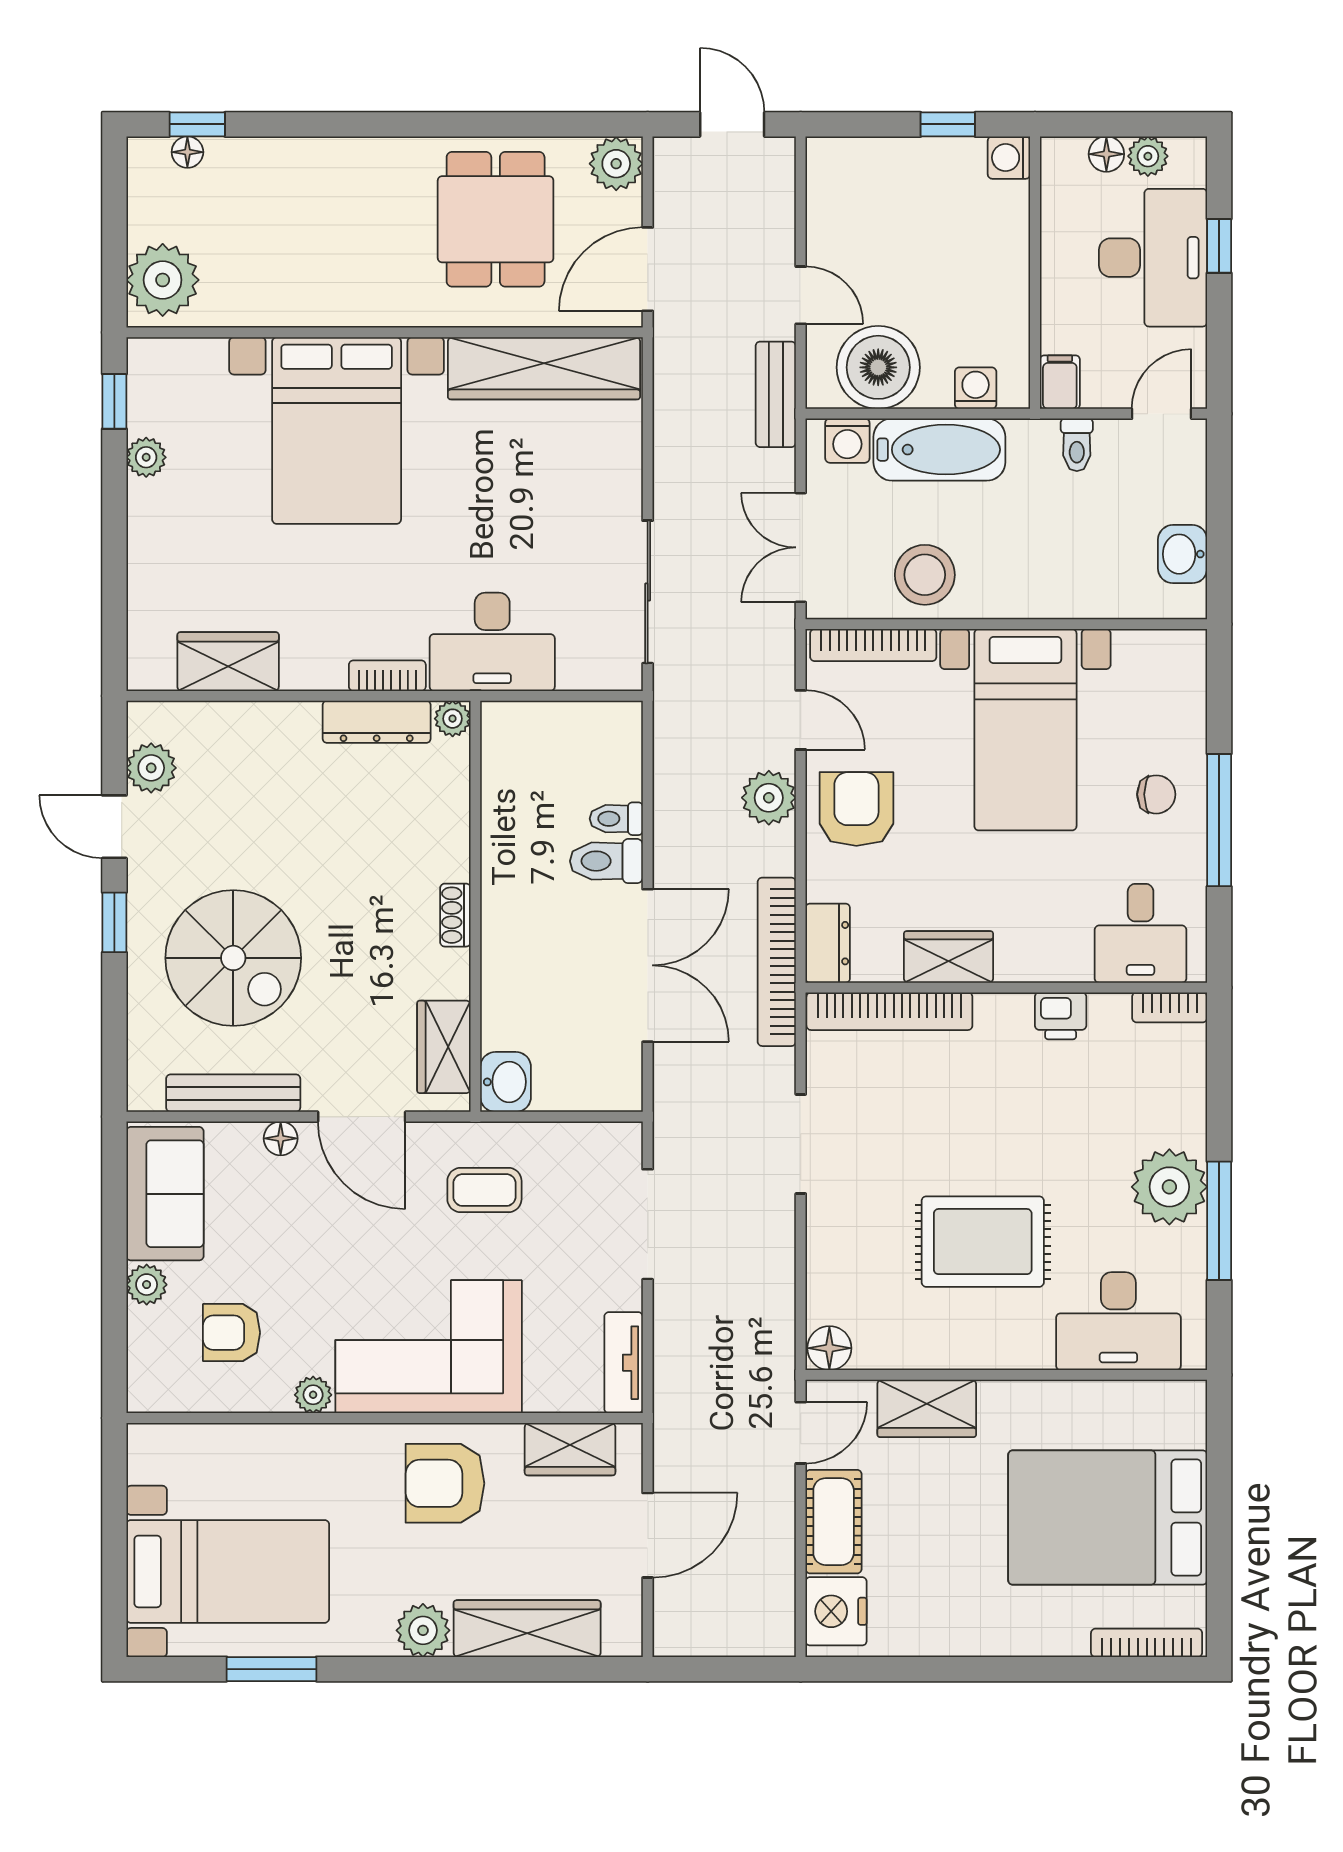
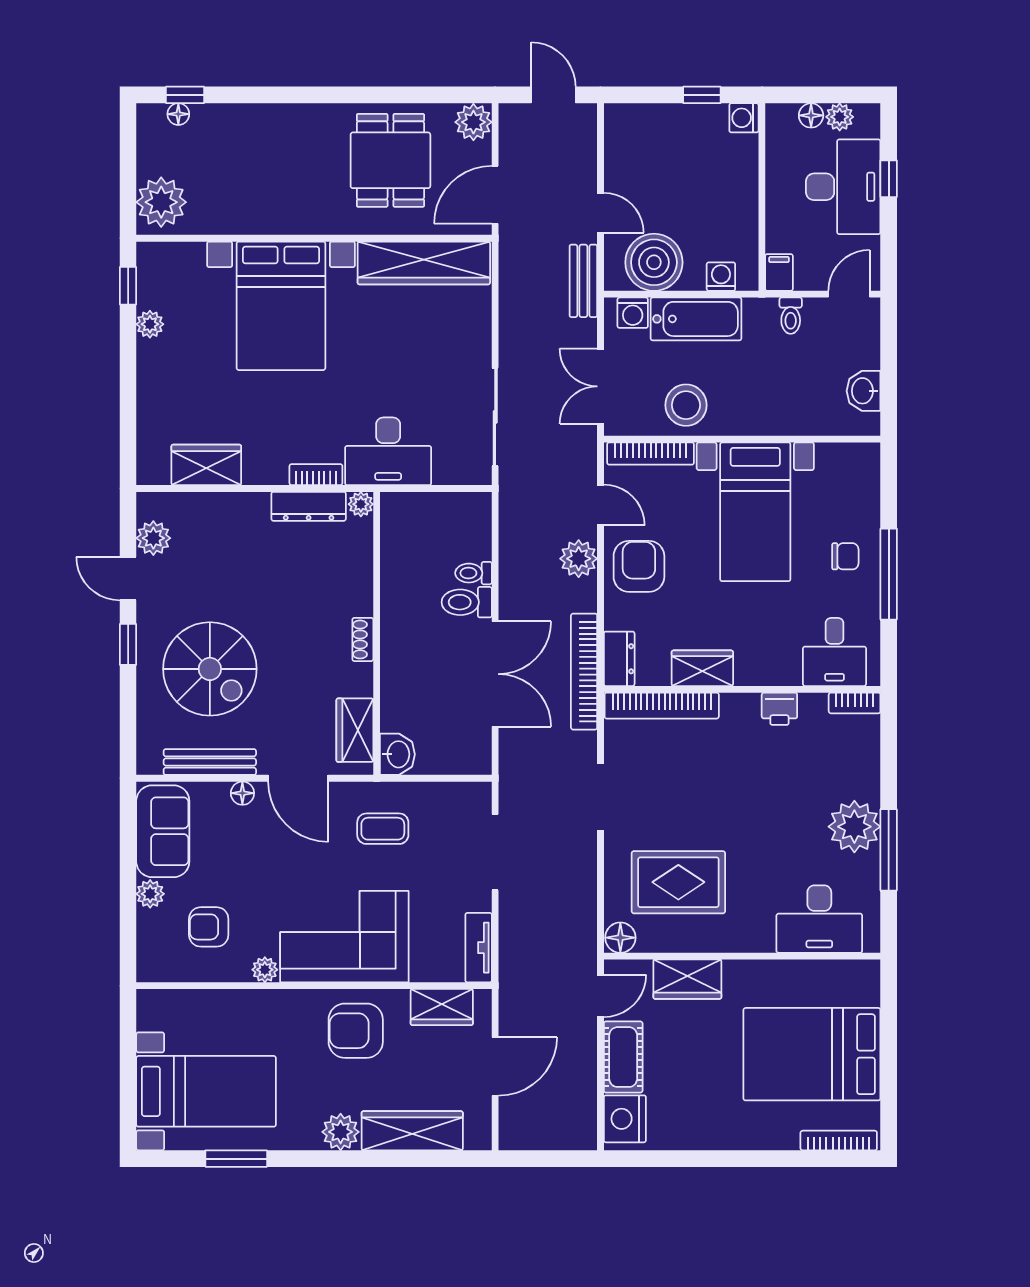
rug: (983, 1242) -> (678, 882), moved

